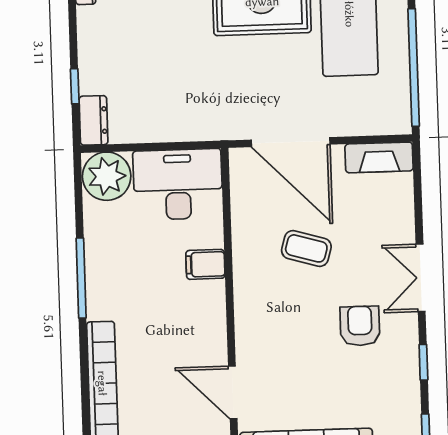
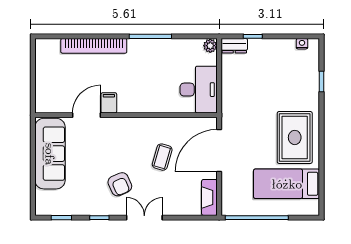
plant: (107, 176) -> (210, 46), width x0.53, depth x0.53
filing cabinet: (205, 264) -> (109, 103), moved
armchair: (360, 326) -> (120, 184), turned 66

